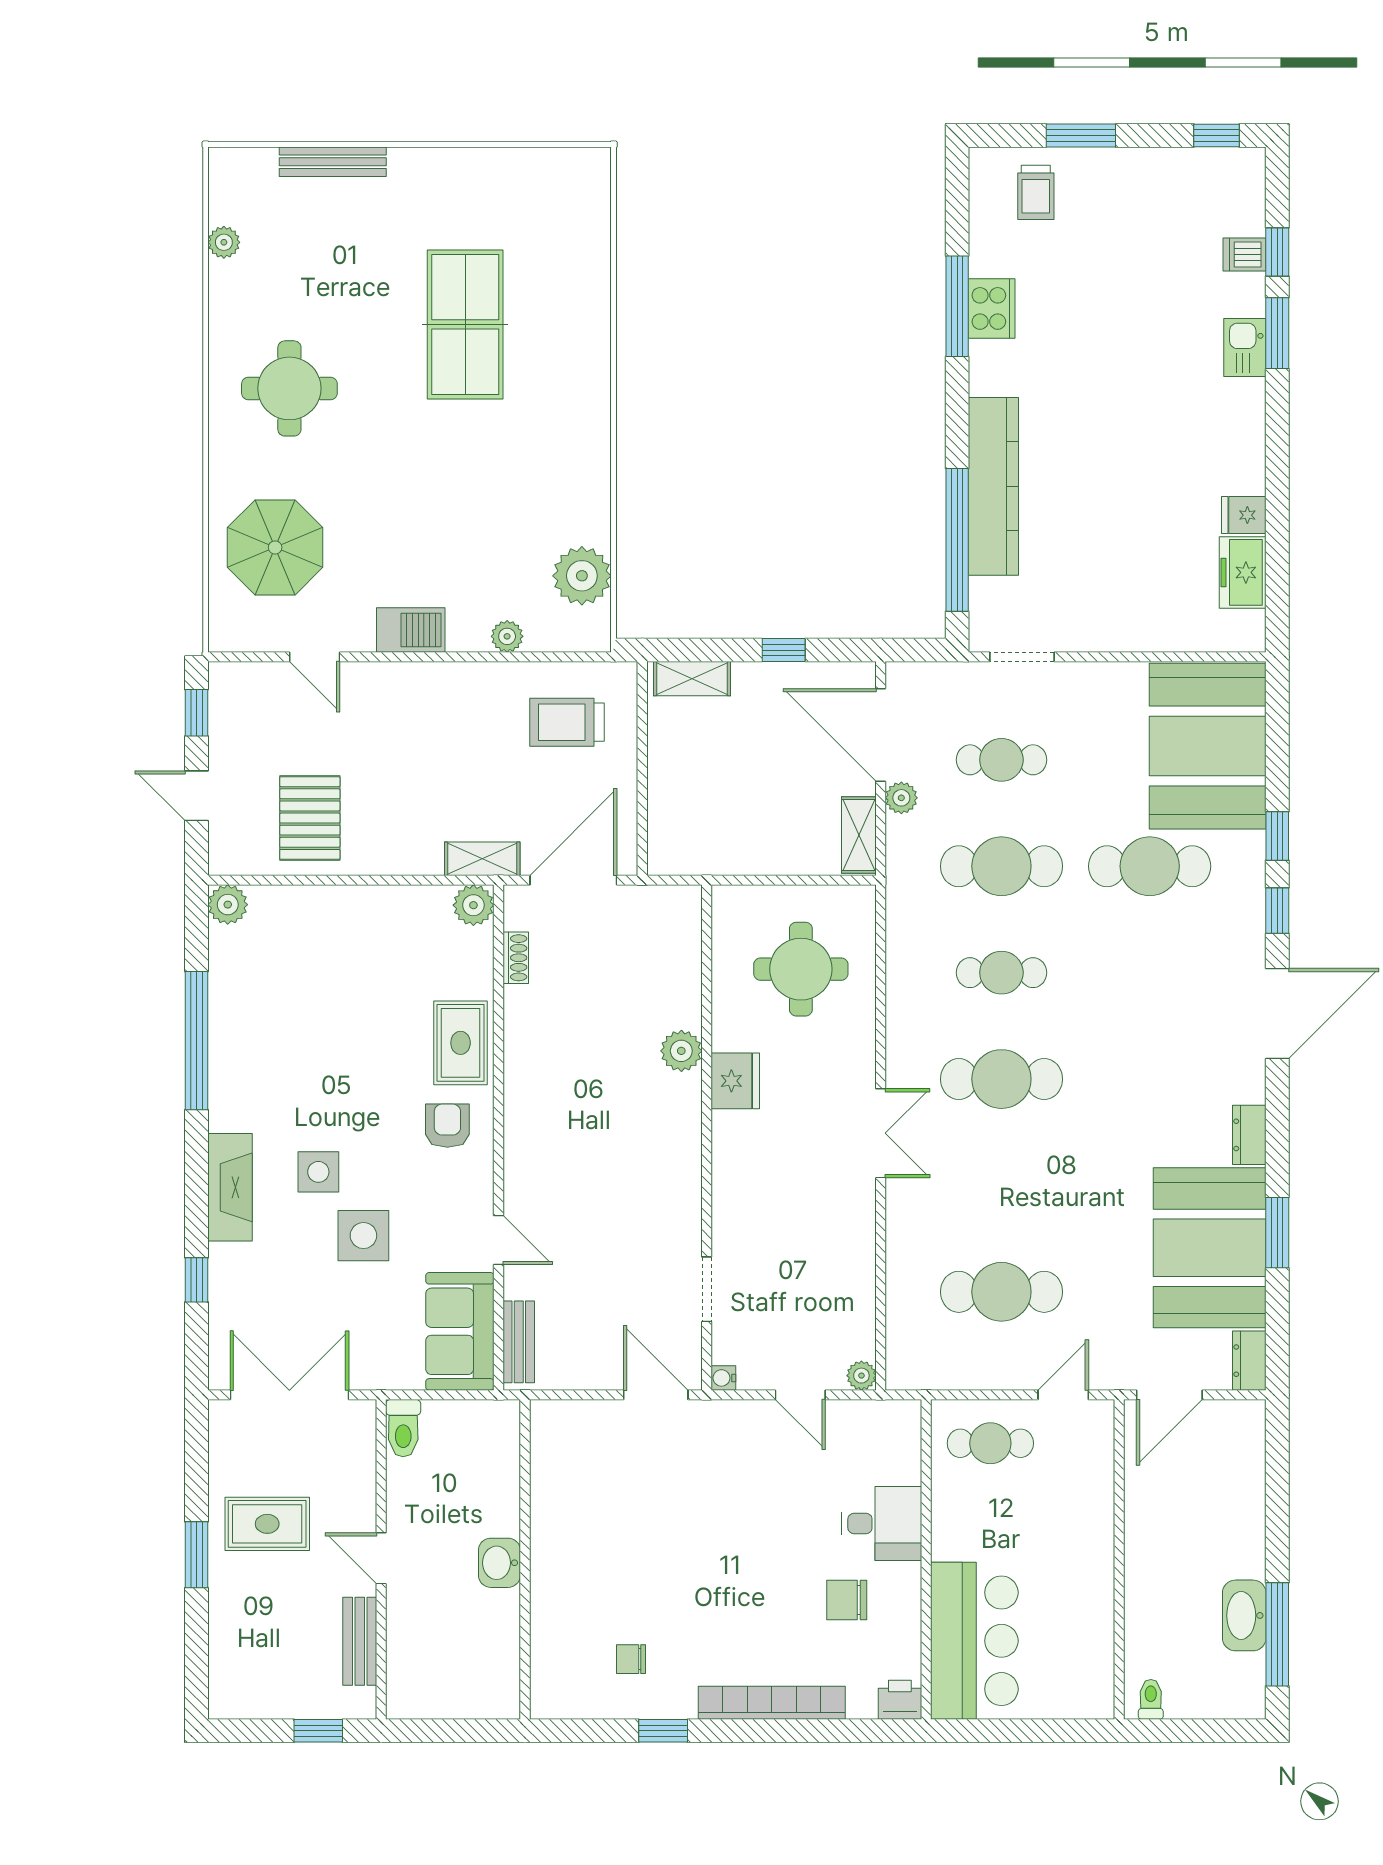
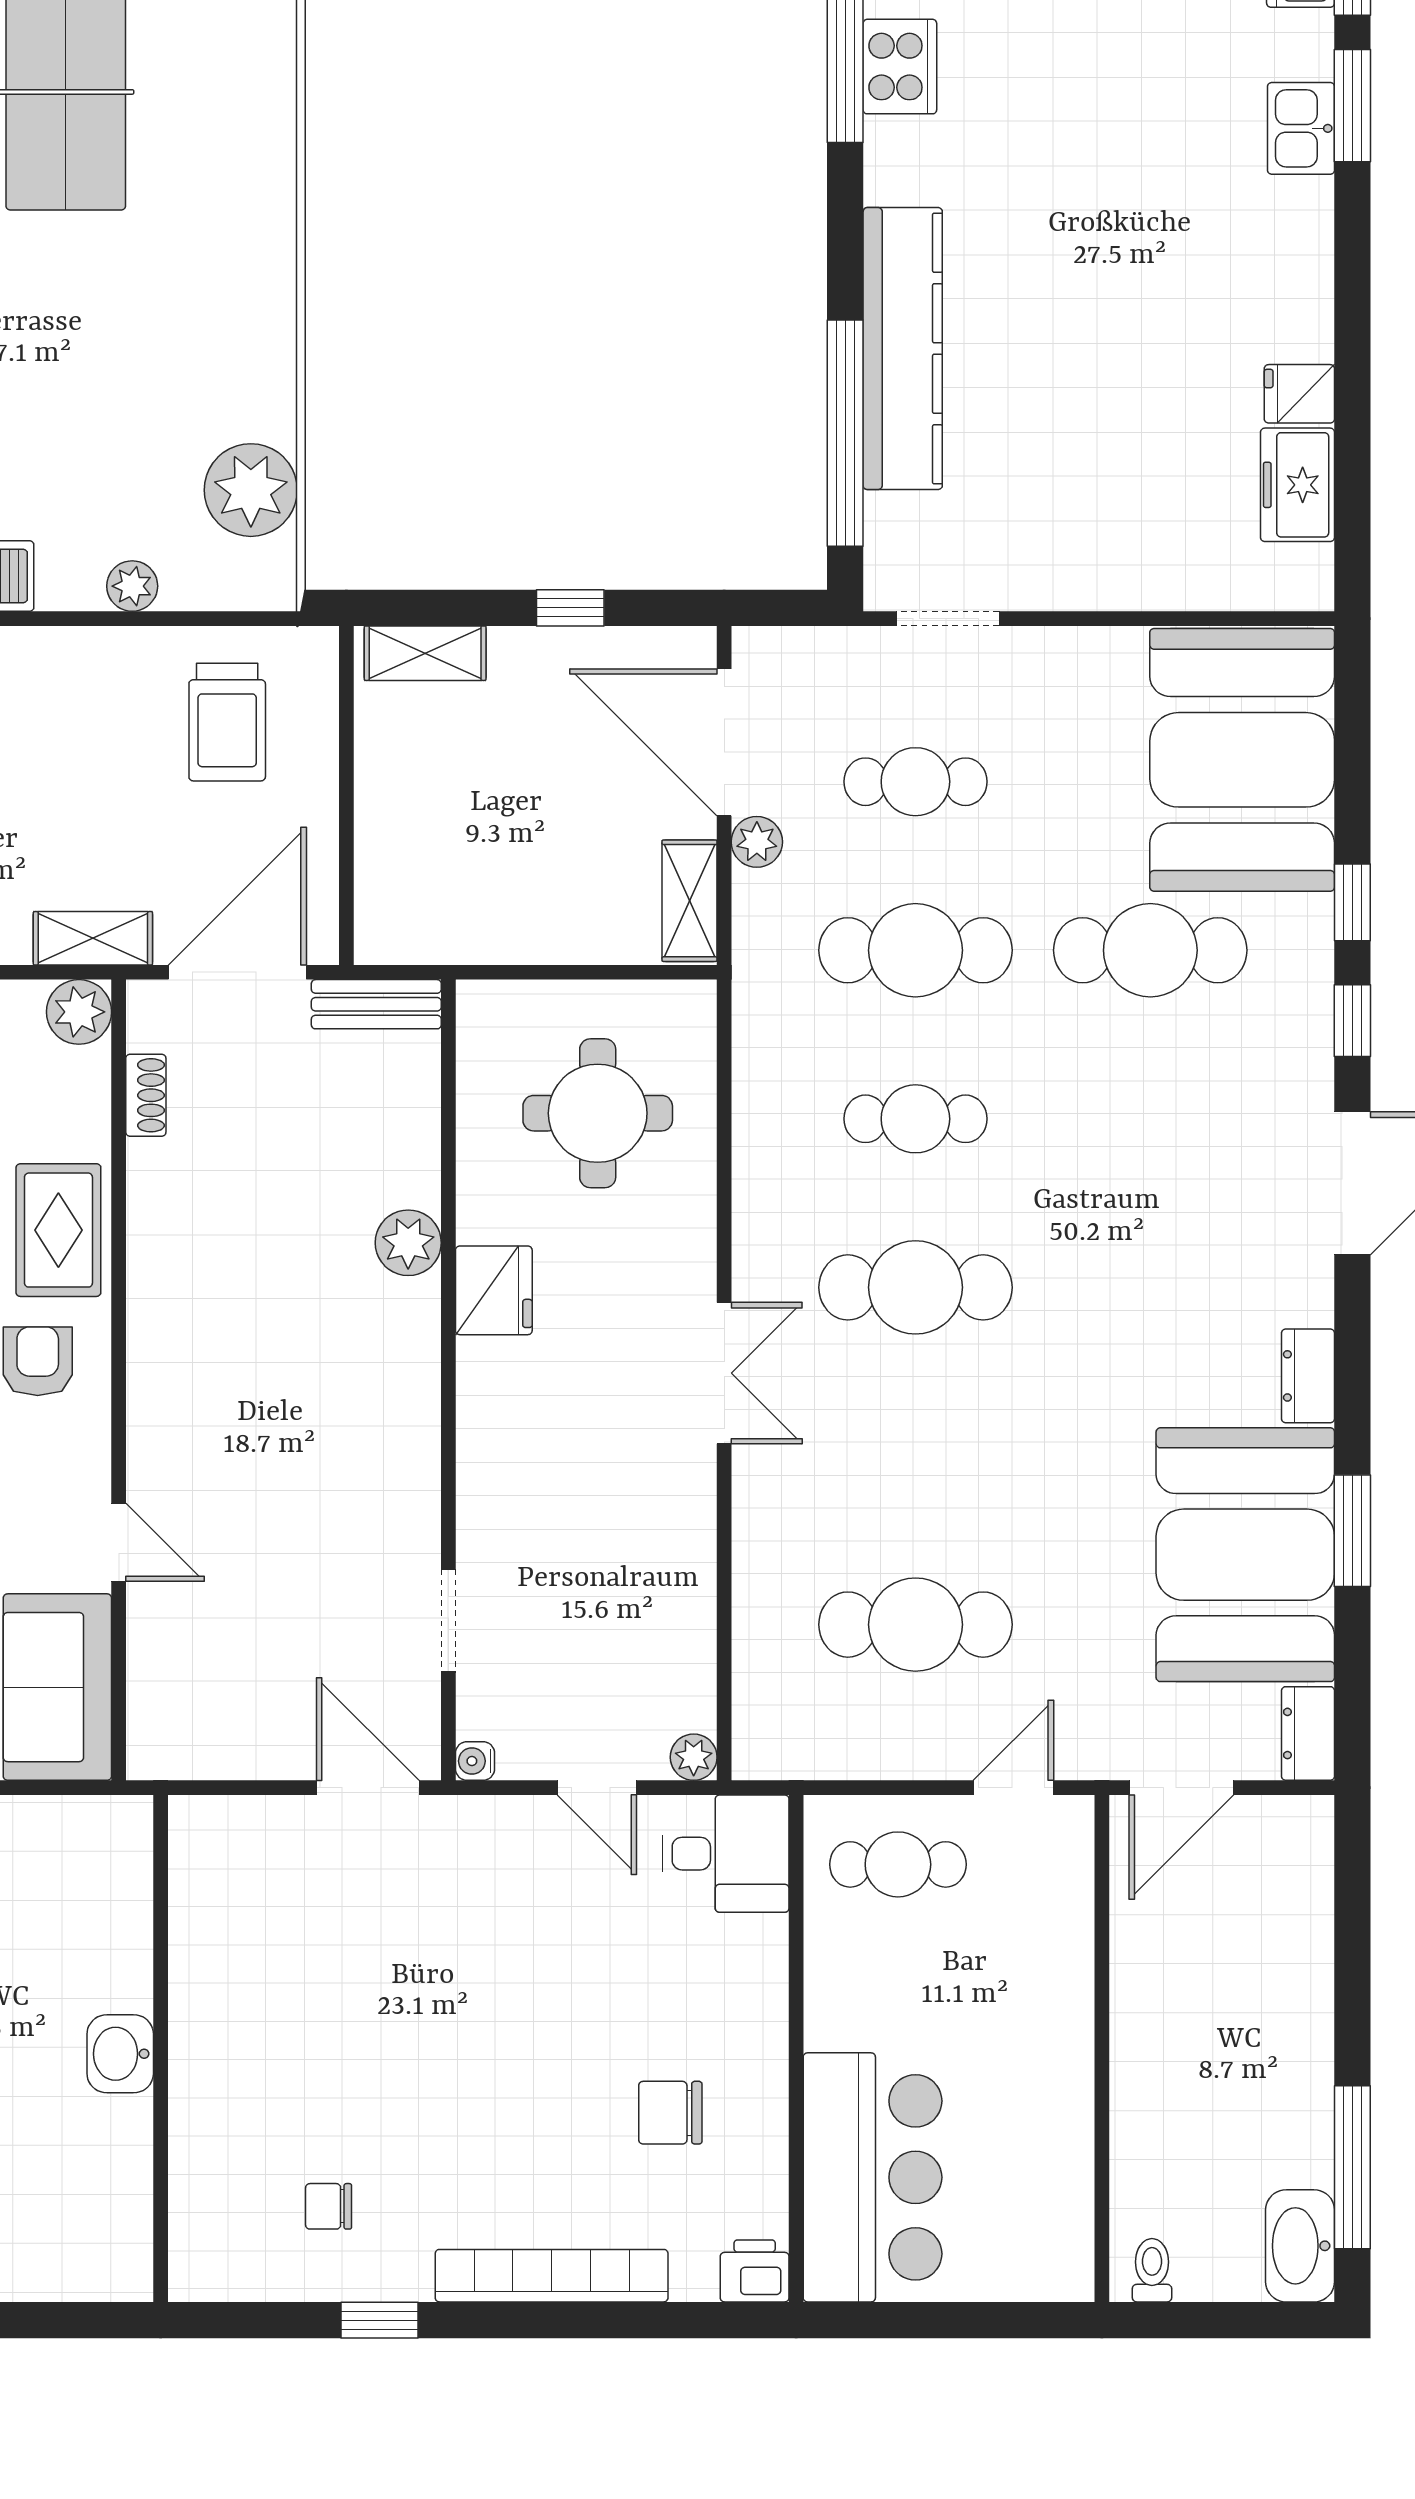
trolley: (567, 722) -> (227, 722), turned -90
bench: (519, 1342) -> (376, 1004), moved, turned 90
desk: (882, 1523) -> (725, 1854), moved
washbasin: (1244, 1615) -> (1300, 2246), moved

